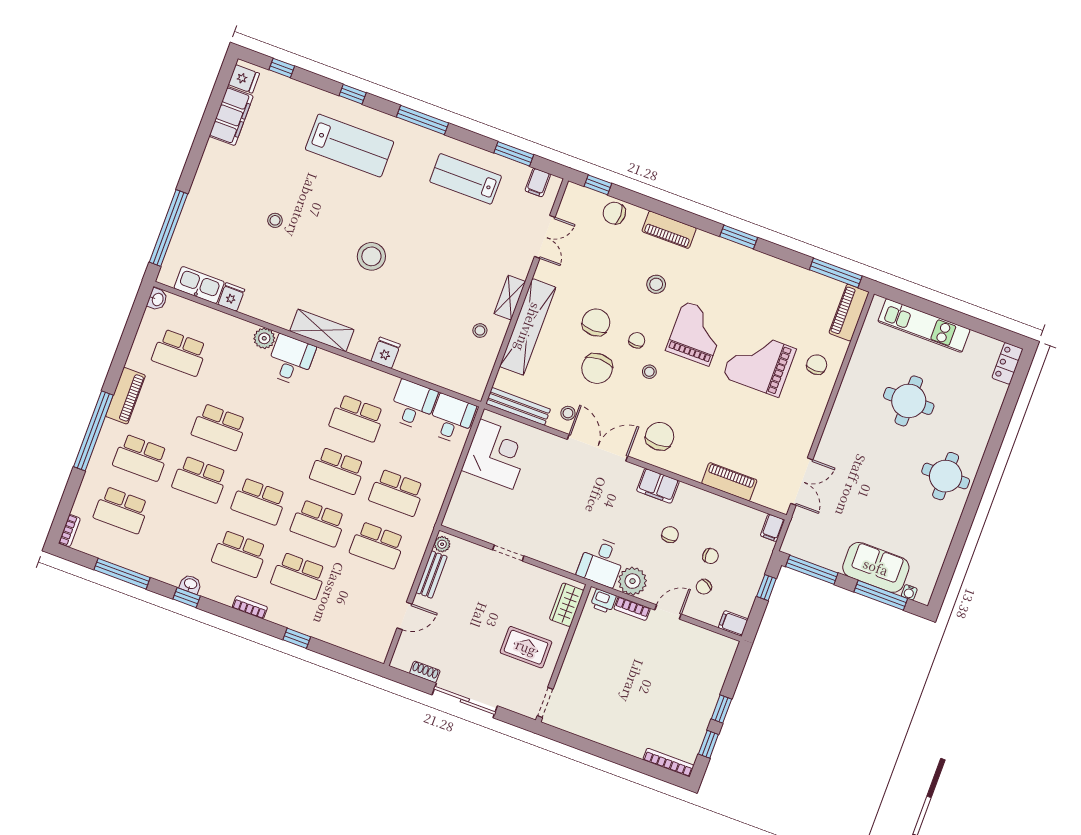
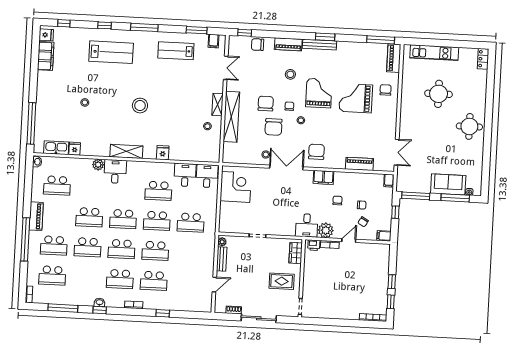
bench: (518, 406) -> (320, 45), moved
school desk: (377, 545) -> (123, 219), moved

